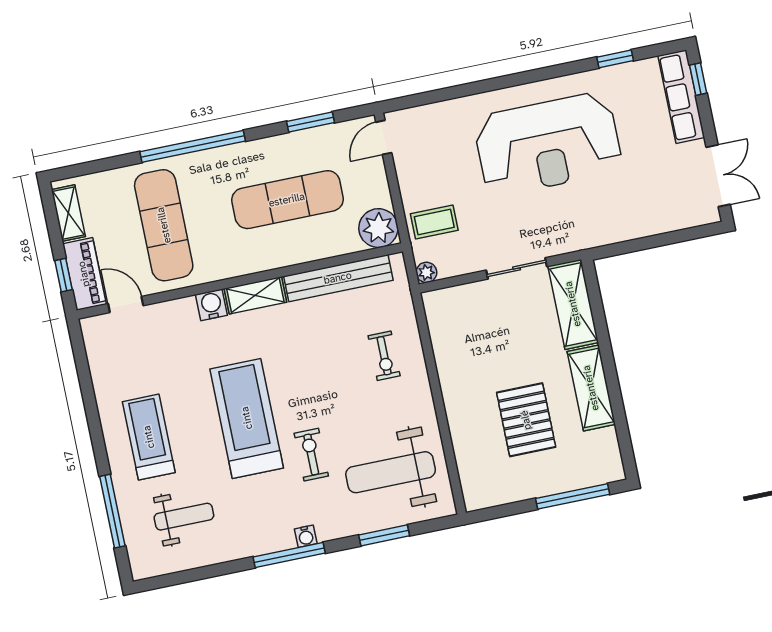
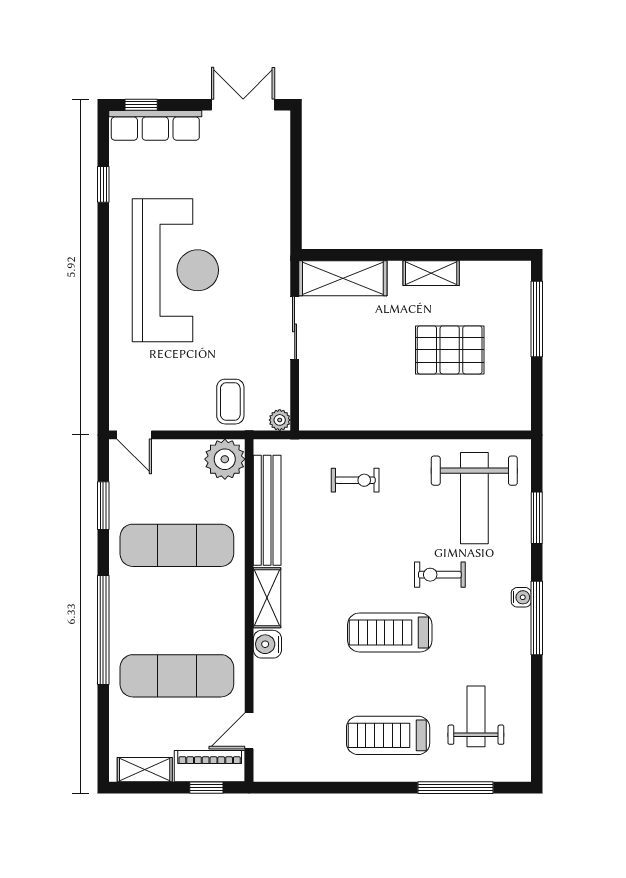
exercise mat: (287, 200) -> (177, 545), turned 90
shelving: (591, 388) -> (431, 273), width x0.67, depth x0.75
treadmill: (247, 418) -> (390, 632), width x0.73, depth x0.73

